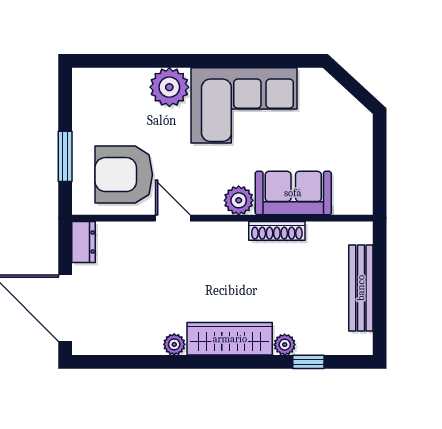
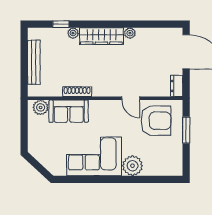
plant: (239, 200) -> (41, 107), moved

